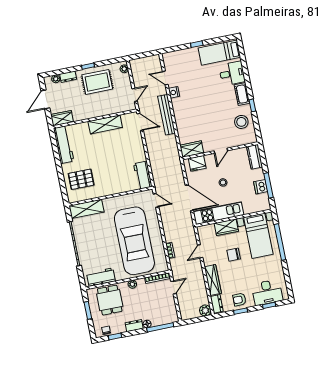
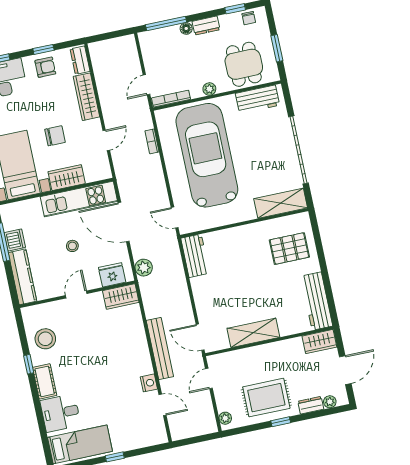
kitchen counter: (255, 157) -> (22, 277), width x1.50
plant: (205, 310) -> (144, 268), moved

